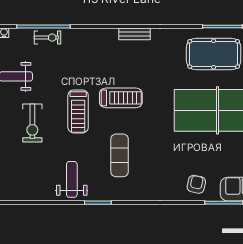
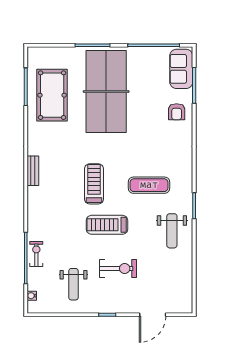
treadmill: (78, 111) -> (107, 225), turned 180
weight bench: (72, 179) -> (172, 231), turned -90
armchair: (196, 184) -> (177, 112), turned -102

